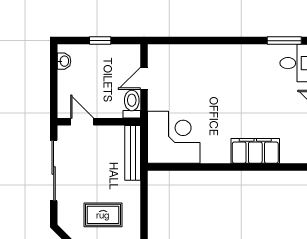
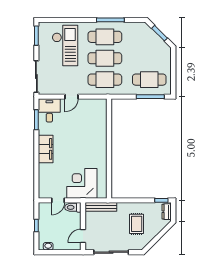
door: (144, 78) -> (58, 200), hinge flipped
corner desk: (174, 137) -> (82, 183), moved
filing cabinet: (255, 151) -> (46, 149), moved, turned 180

